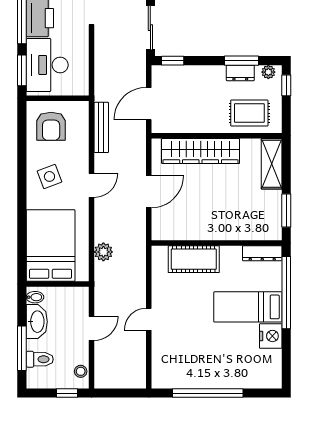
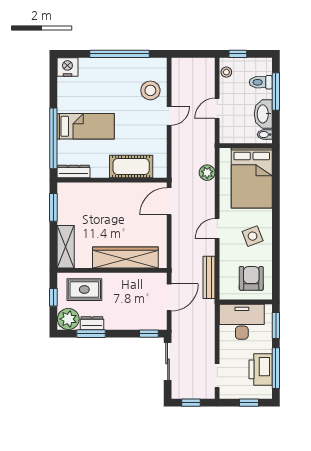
desk: (47, 65) -> (242, 322), moved, turned -90
plant: (268, 72) -> (68, 319), width x1.88, depth x1.88
window: (286, 85) -> (53, 297), moved
door: (149, 192) -> (169, 201), moved
nightstand: (271, 336) -> (67, 67), moved, turned 90
stool: (171, 350) -> (150, 90), added

